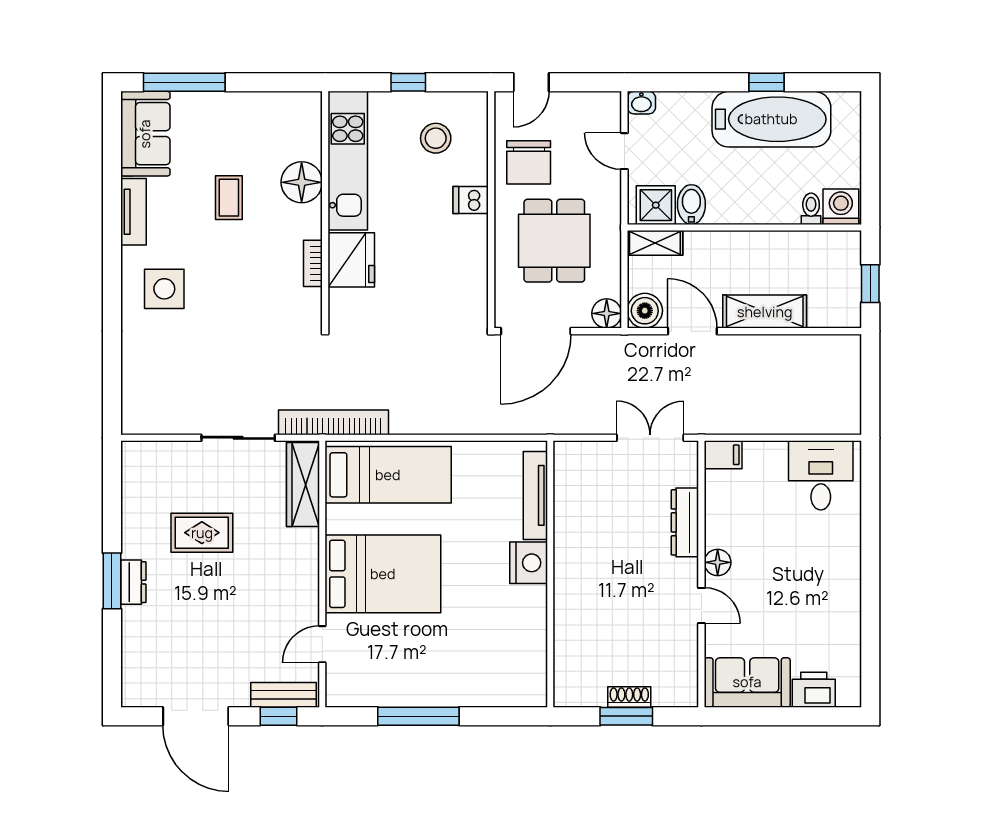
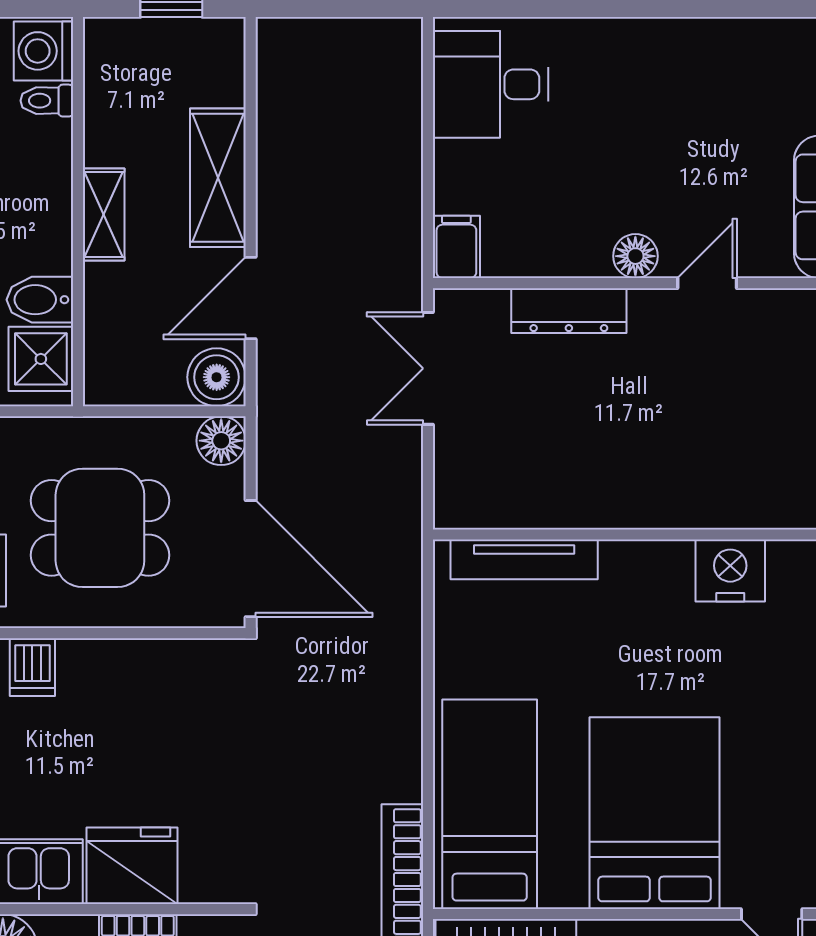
shelving: (655, 243) -> (104, 215), moved
nightstand: (529, 563) -> (730, 571), moved

